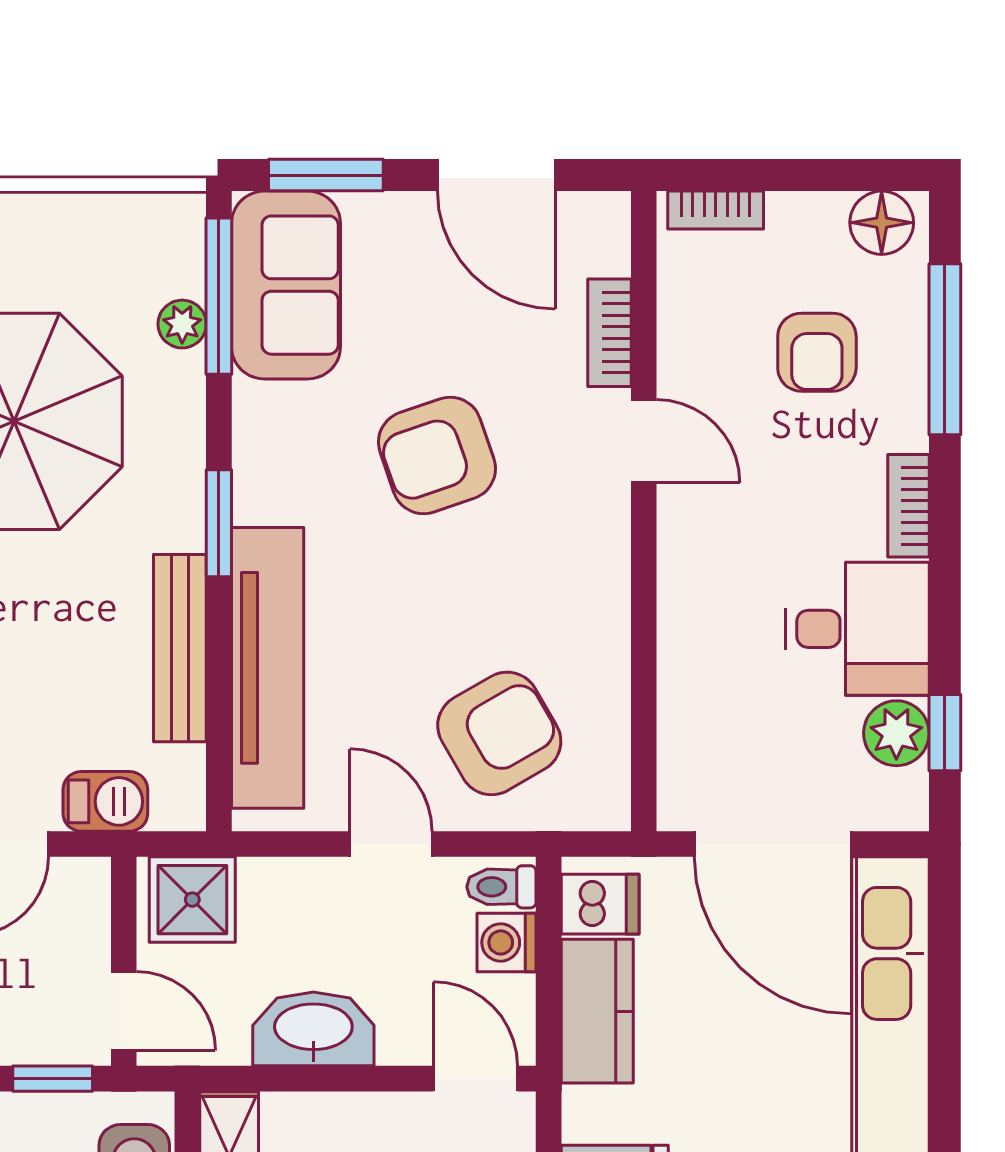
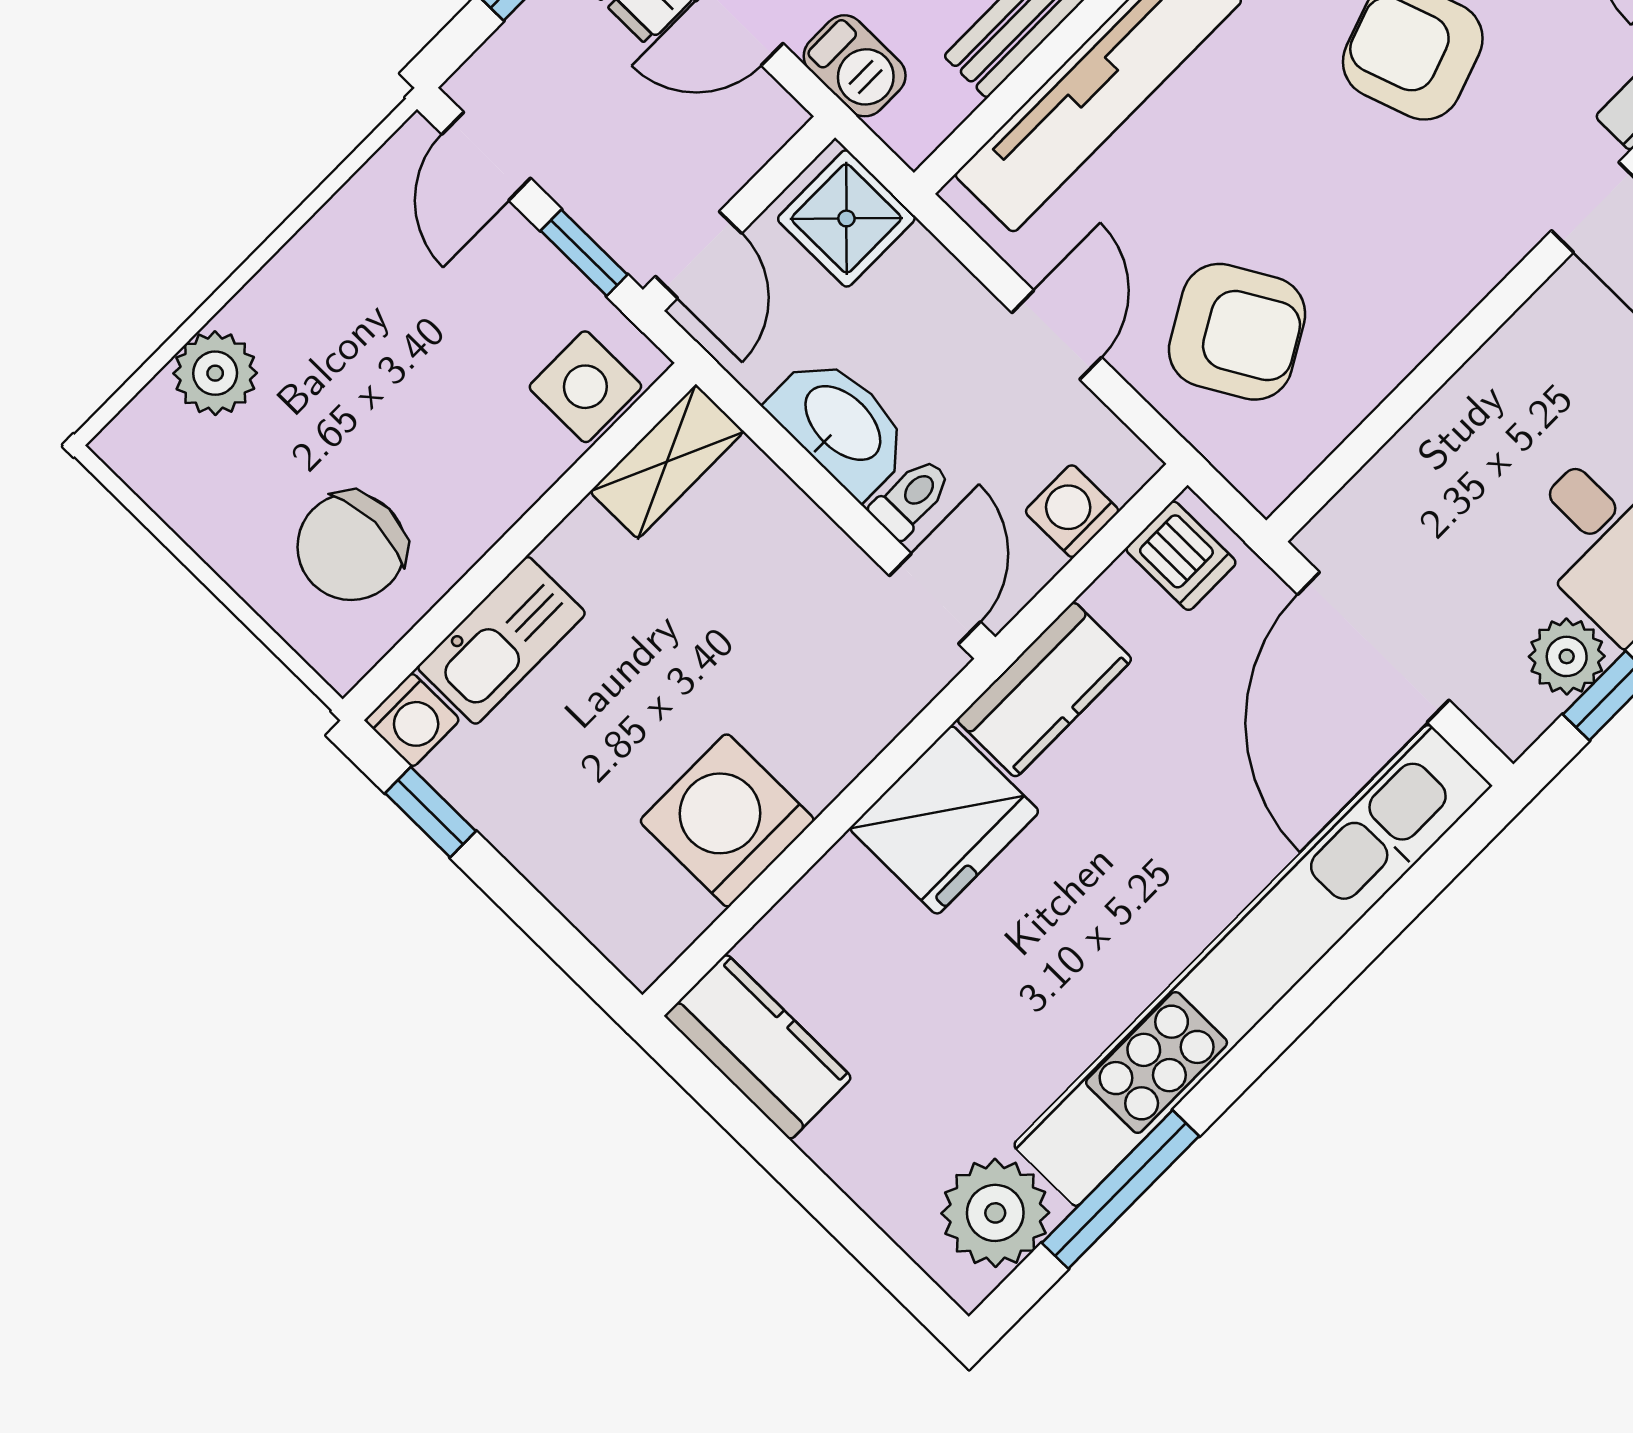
toilet: (501, 887) -> (911, 498), moved, turned 90
kitchen counter: (597, 1011) -> (1044, 690), moved

